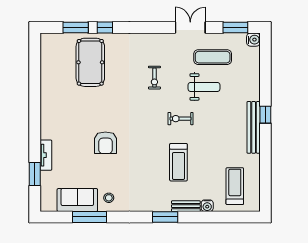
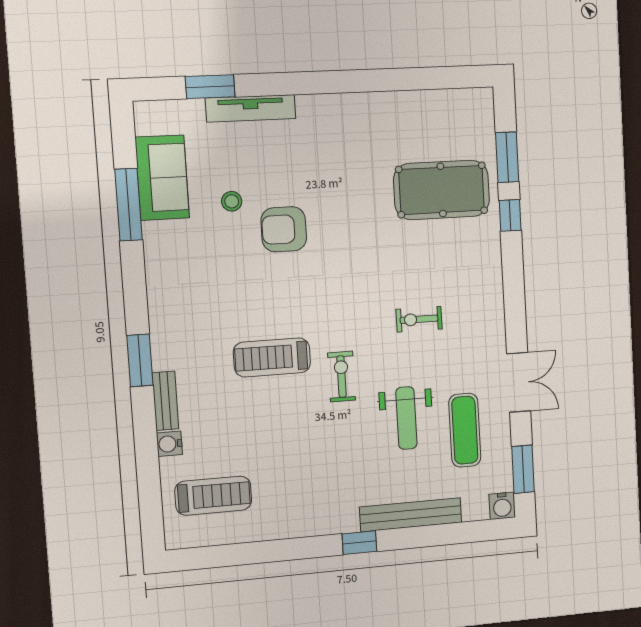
bench: (254, 127) -> (411, 515), moved
tv unit: (46, 155) -> (251, 108), width x1.41
treadmill: (178, 162) -> (272, 357), moved
stool: (109, 198) -> (232, 201), moved

